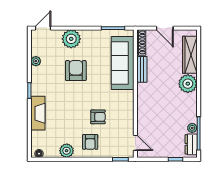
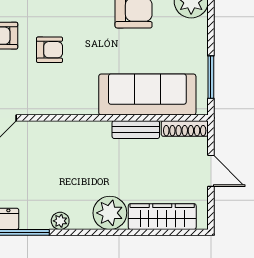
door: (165, 28) -> (211, 171), swing flipped
armchair: (98, 117) -> (49, 50), turned -90
plant: (192, 128) -> (60, 221), moved

